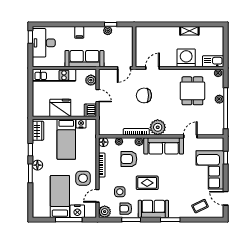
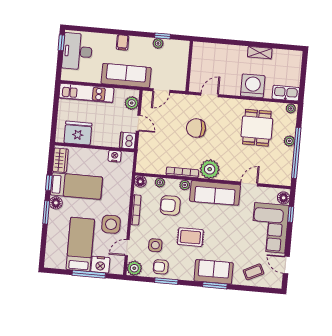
door: (124, 68) -> (161, 91), moved
fridge: (60, 108) -> (78, 133), moved
bed: (66, 139) -> (76, 186), moved, turned -90
floor lamp: (219, 145) -> (284, 198), added
sofa: (153, 209) -> (214, 272), moved

